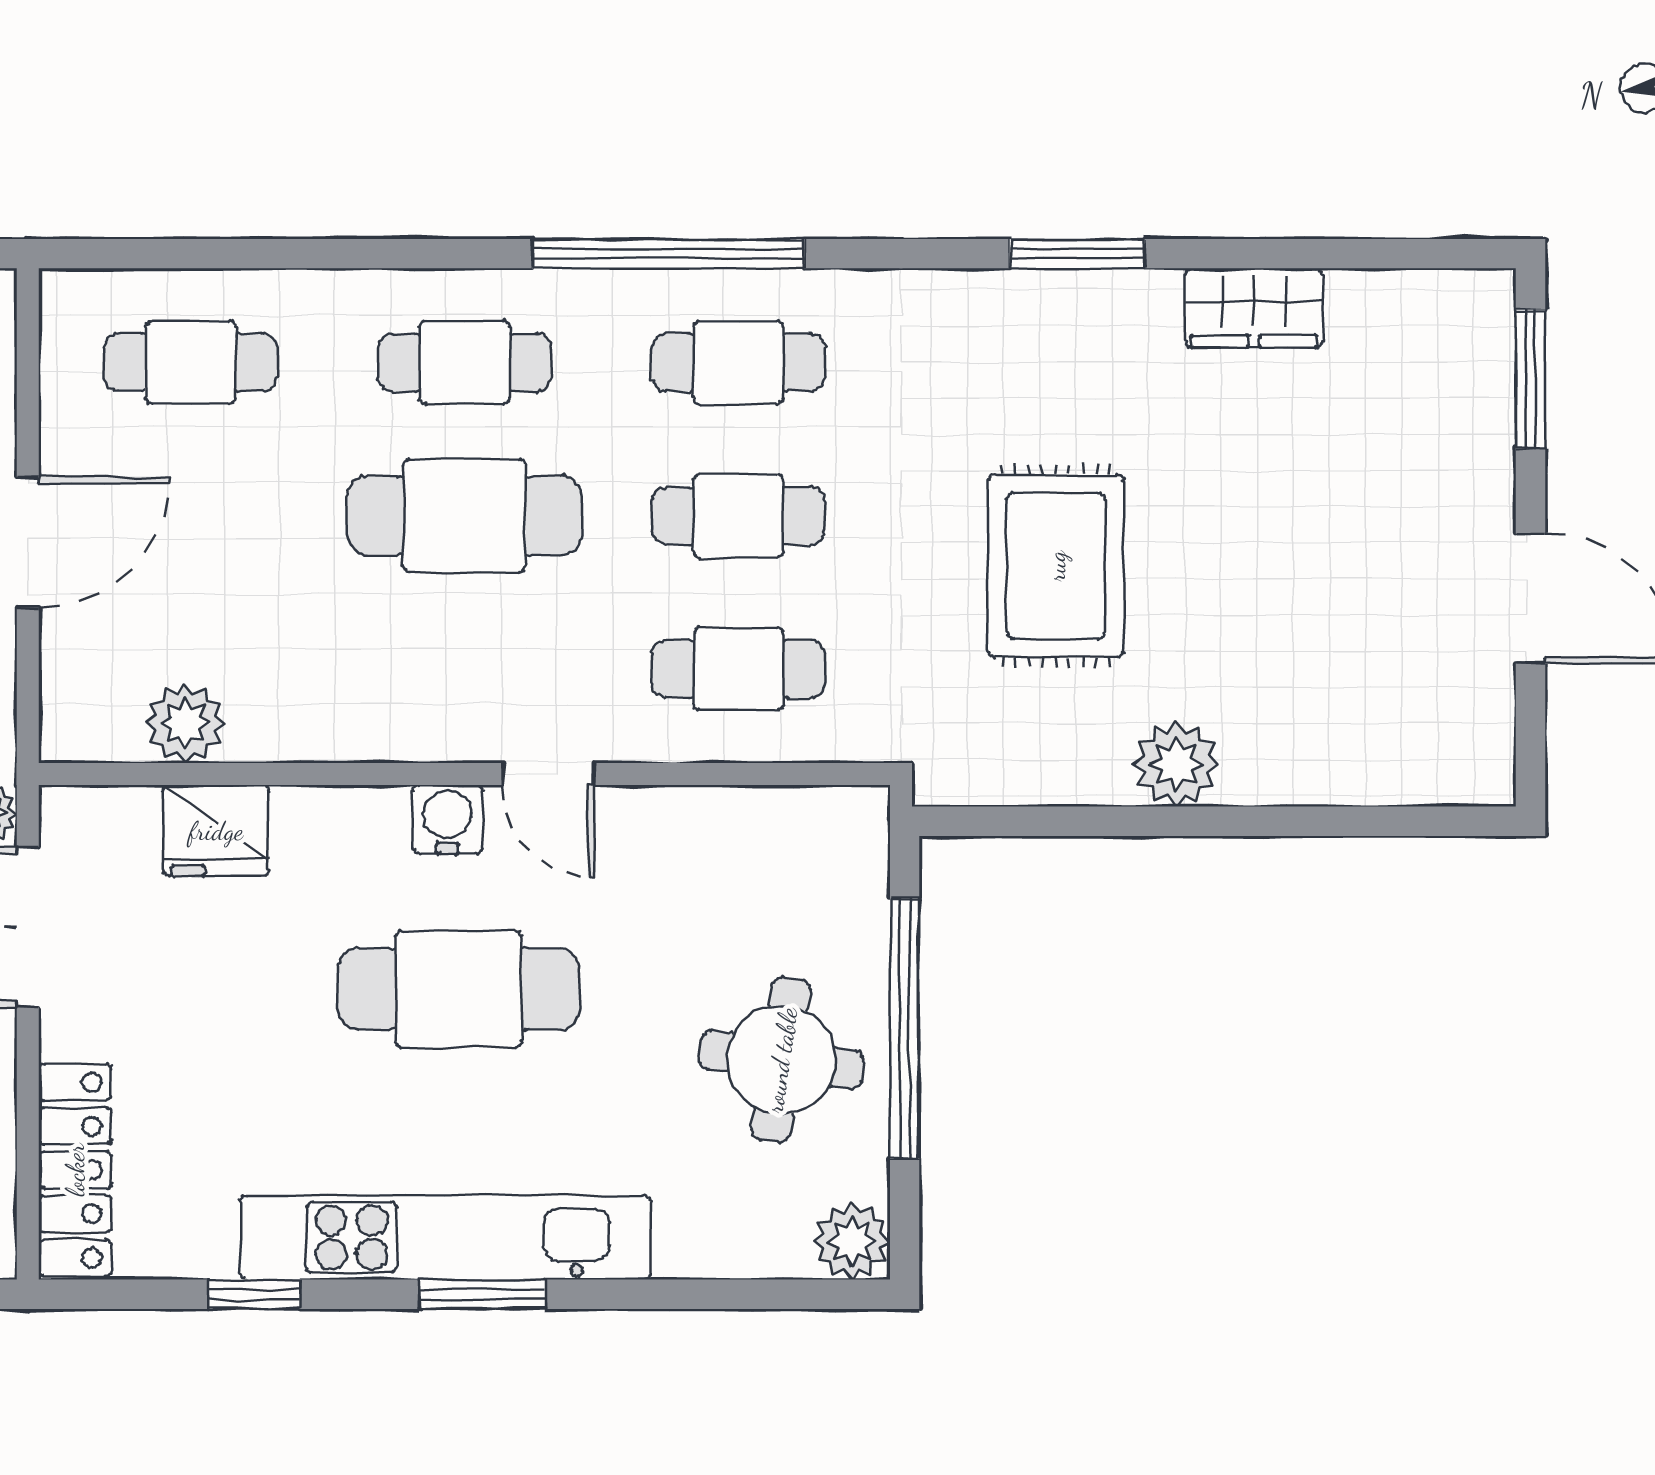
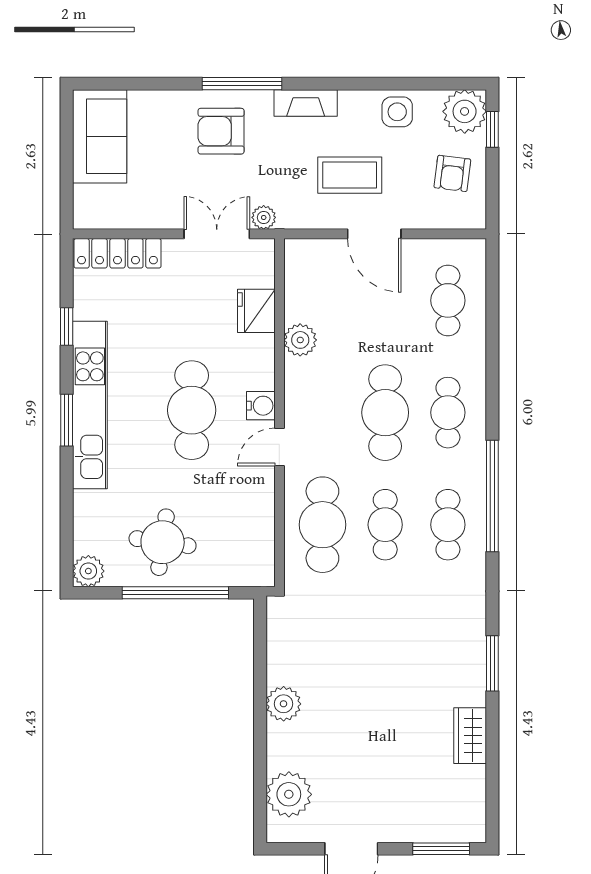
rug: (1056, 566) -> (365, 655), removed
cafe table: (738, 669) -> (322, 525), width x1.37, depth x1.35
plant: (185, 723) -> (300, 340), moved
plant: (1397, 751) -> (289, 794), added

